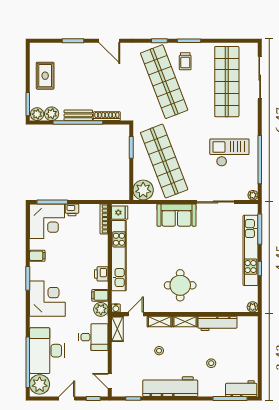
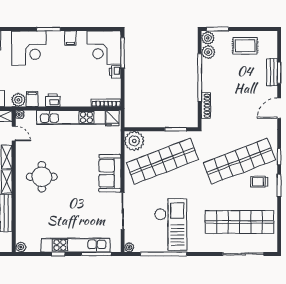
bench: (78, 115) -> (272, 72), moved
checkout: (229, 152) -> (171, 225), width x1.36, depth x1.21

